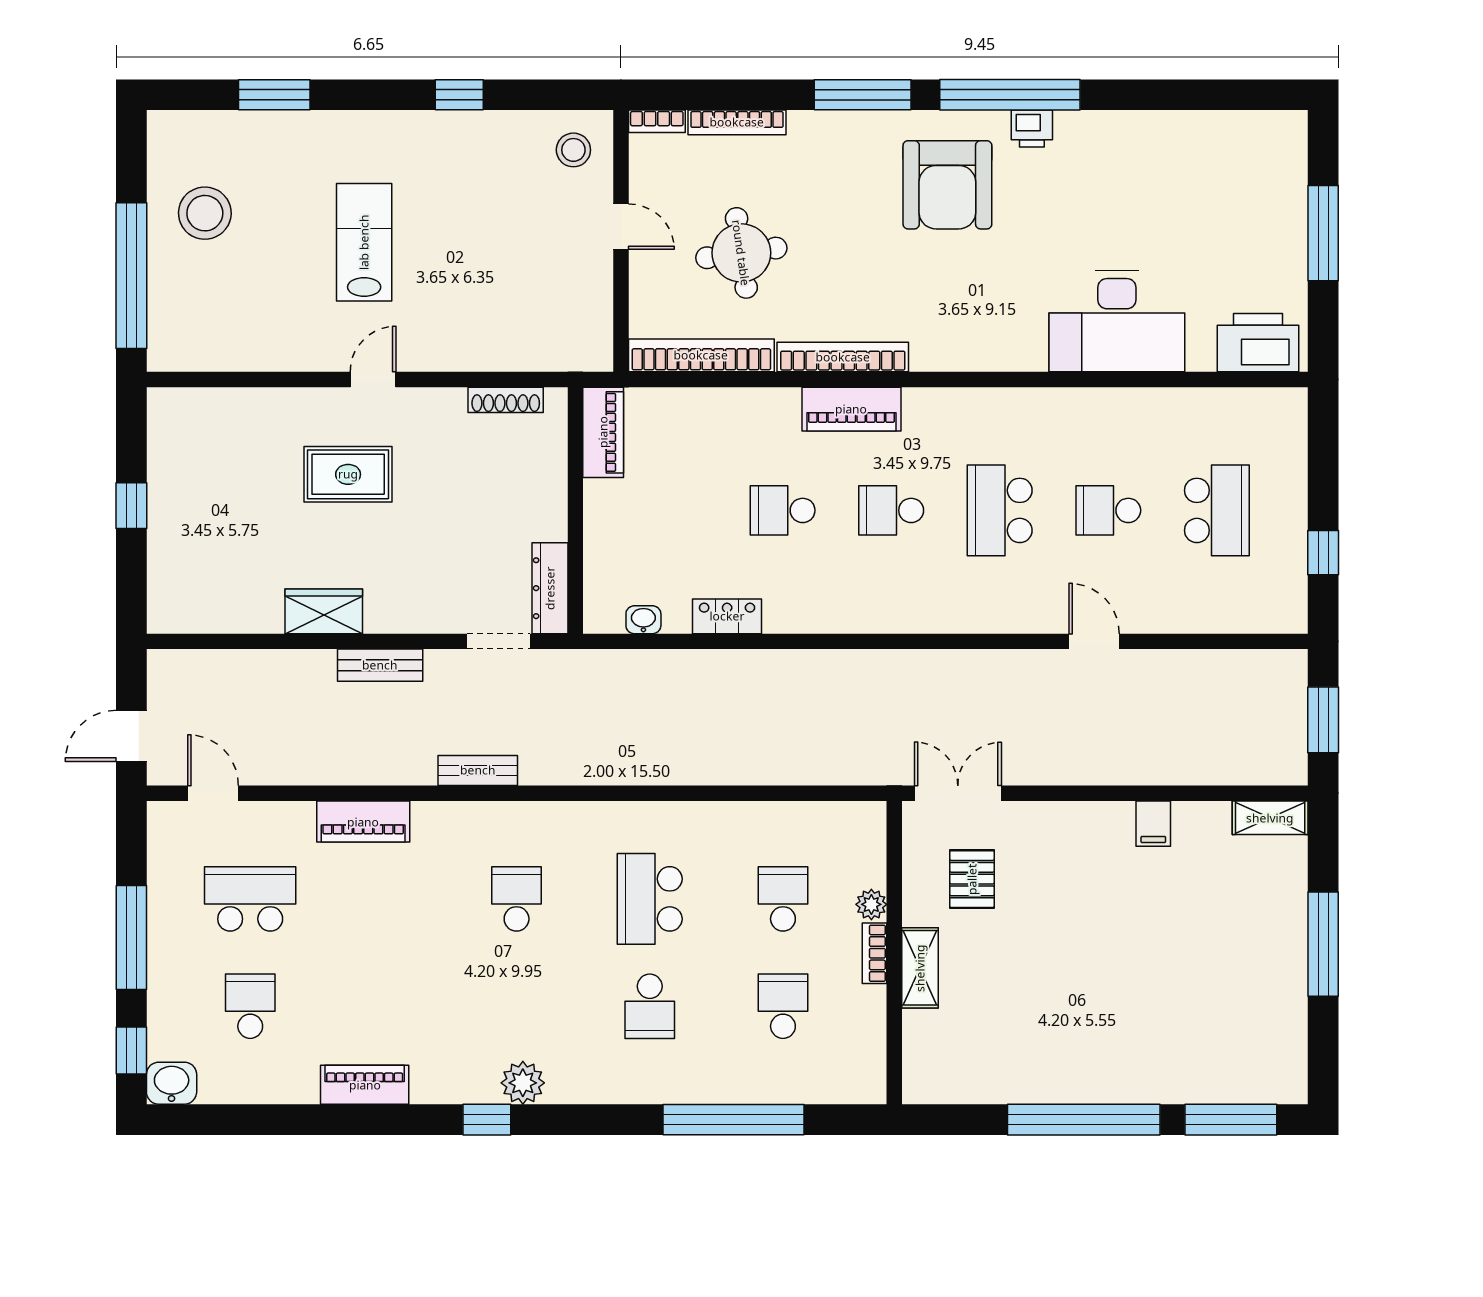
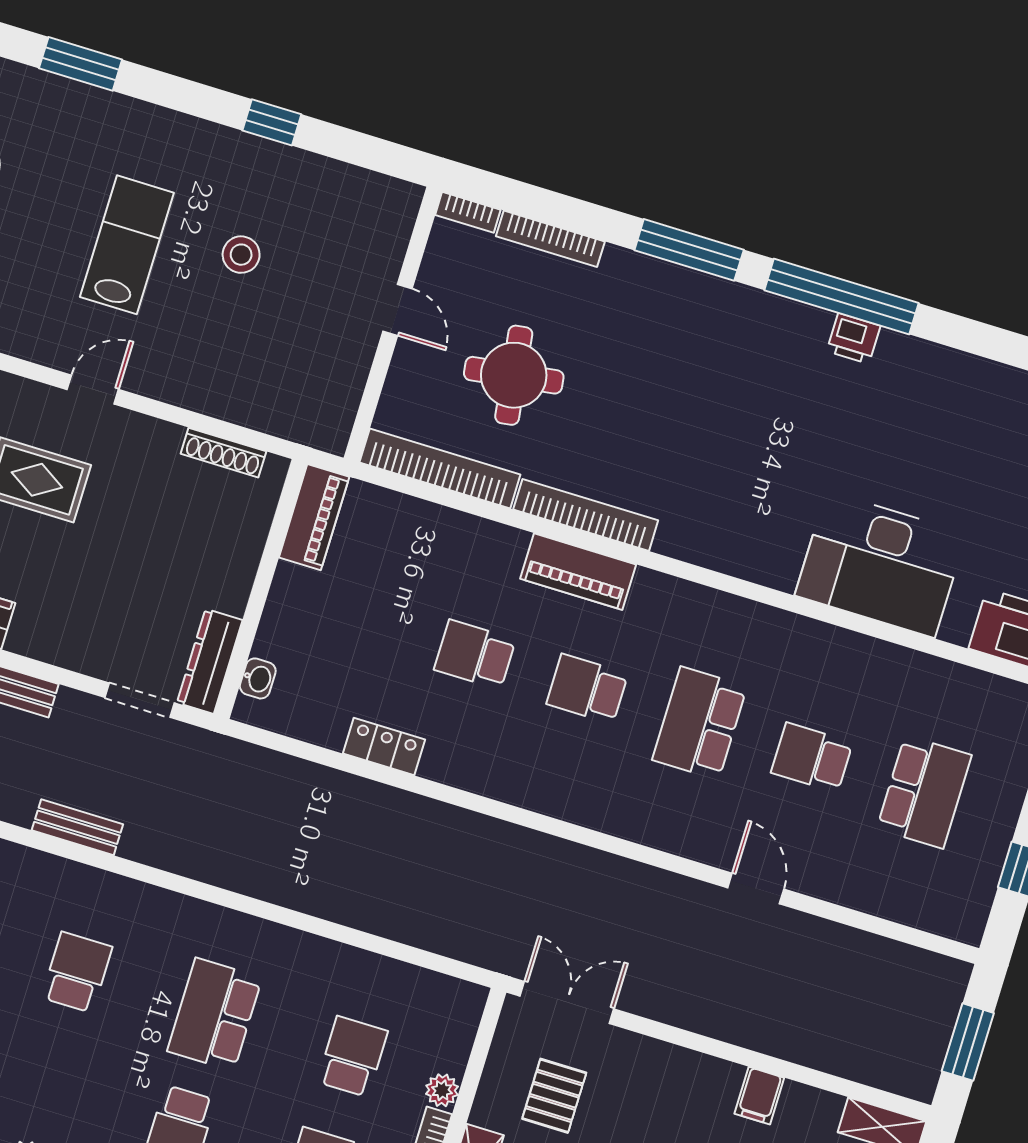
stool: (573, 150) -> (241, 255), moved
armchair: (947, 185) -> (748, 370), removed
washbasin: (643, 620) -> (258, 678), moved, turned 90

